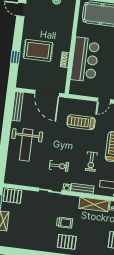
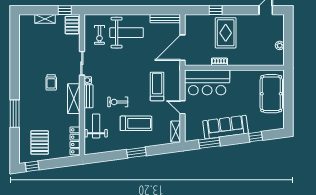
bar counter: (85, 60) -> (207, 82), moved
weight bench: (26, 145) -> (127, 33), turned 180
exercise bike: (59, 166) -> (99, 35), moved
shelving: (94, 204) -> (74, 99), moved
pallet: (67, 242) -> (32, 87), removed

